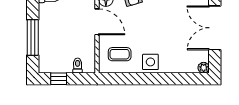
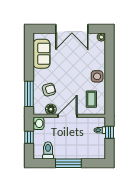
window: (33, 38) -> (68, 163), moved
window: (59, 79) -> (110, 132), moved

